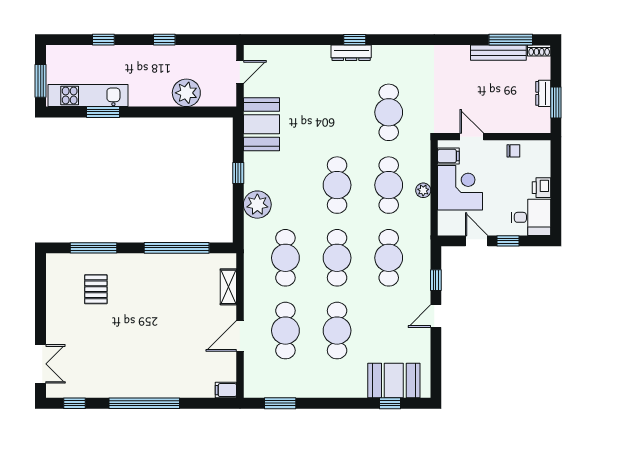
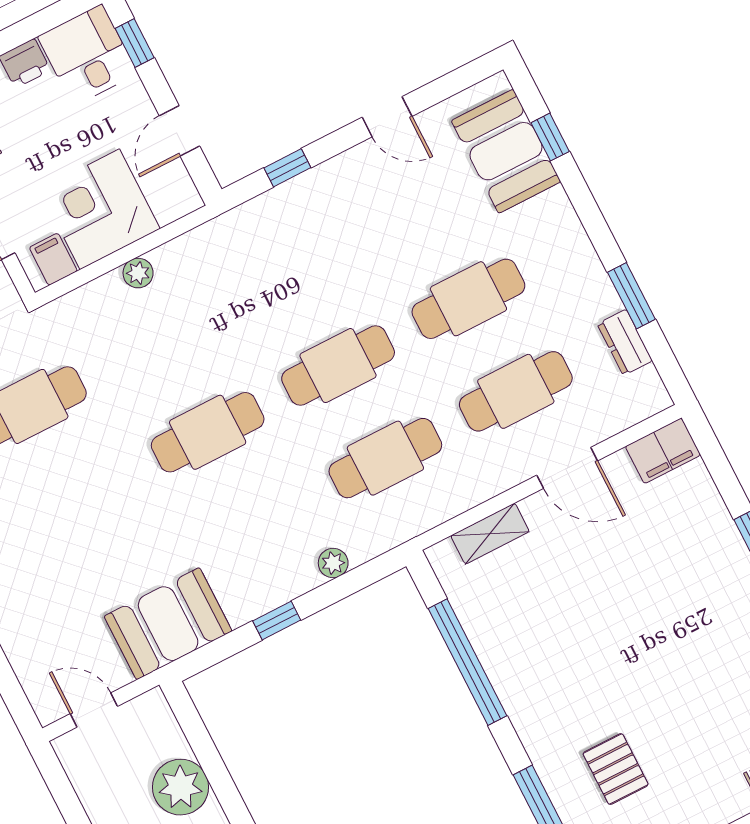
cafe table: (389, 185) -> (160, 340), removed
plant: (257, 205) -> (333, 563), width x0.53, depth x0.53
window: (508, 241) -> (135, 43), moved
cafe table: (389, 258) -> (291, 273), removed
pallet: (96, 289) -> (616, 769), turned 90
door: (436, 316) -> (387, 117), moved
filing cabinet: (226, 390) -> (663, 451), width x2.00
dresser: (282, 390) -> (625, 342), added
window: (280, 403) -> (631, 296), moved

